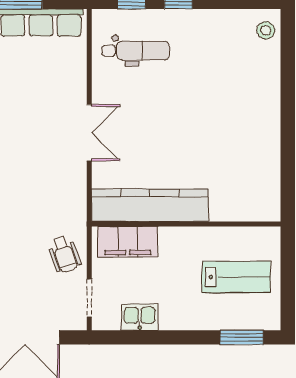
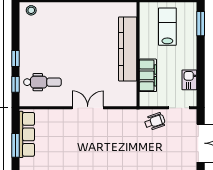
dental chair: (136, 51) -> (42, 82), turned 90
kitchen counter: (150, 205) -> (128, 49), moved
filing cabinet: (128, 242) -> (148, 75), moved

